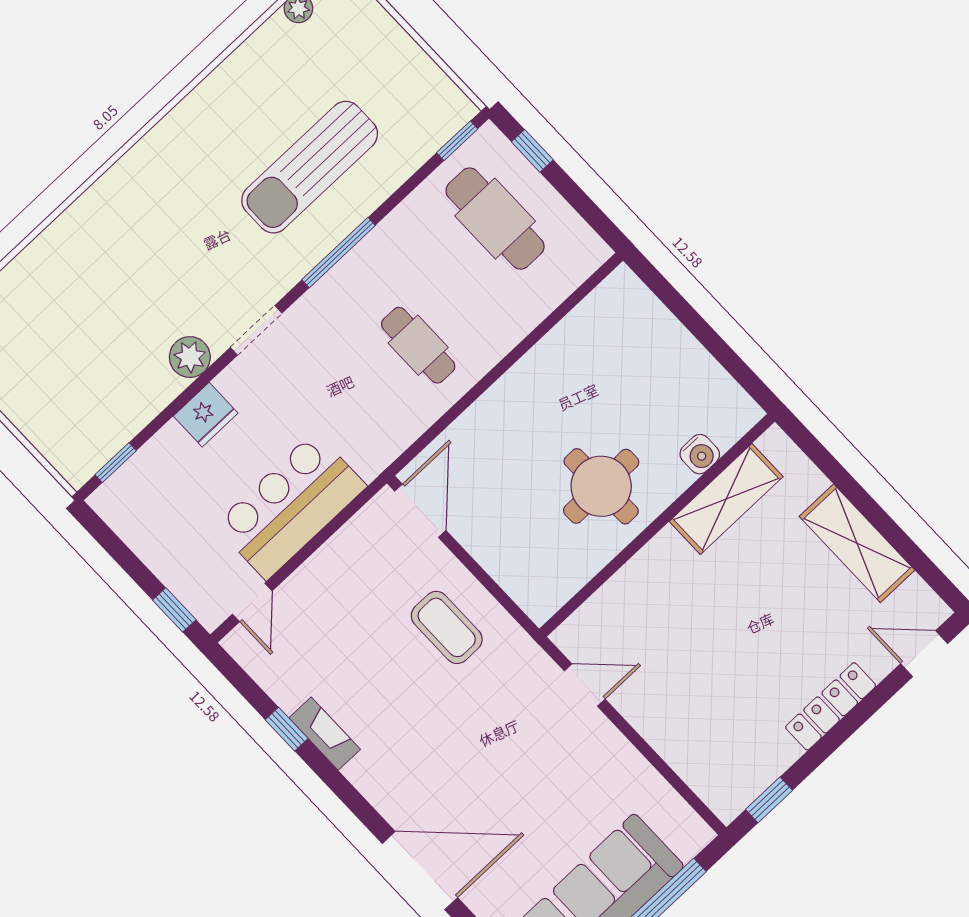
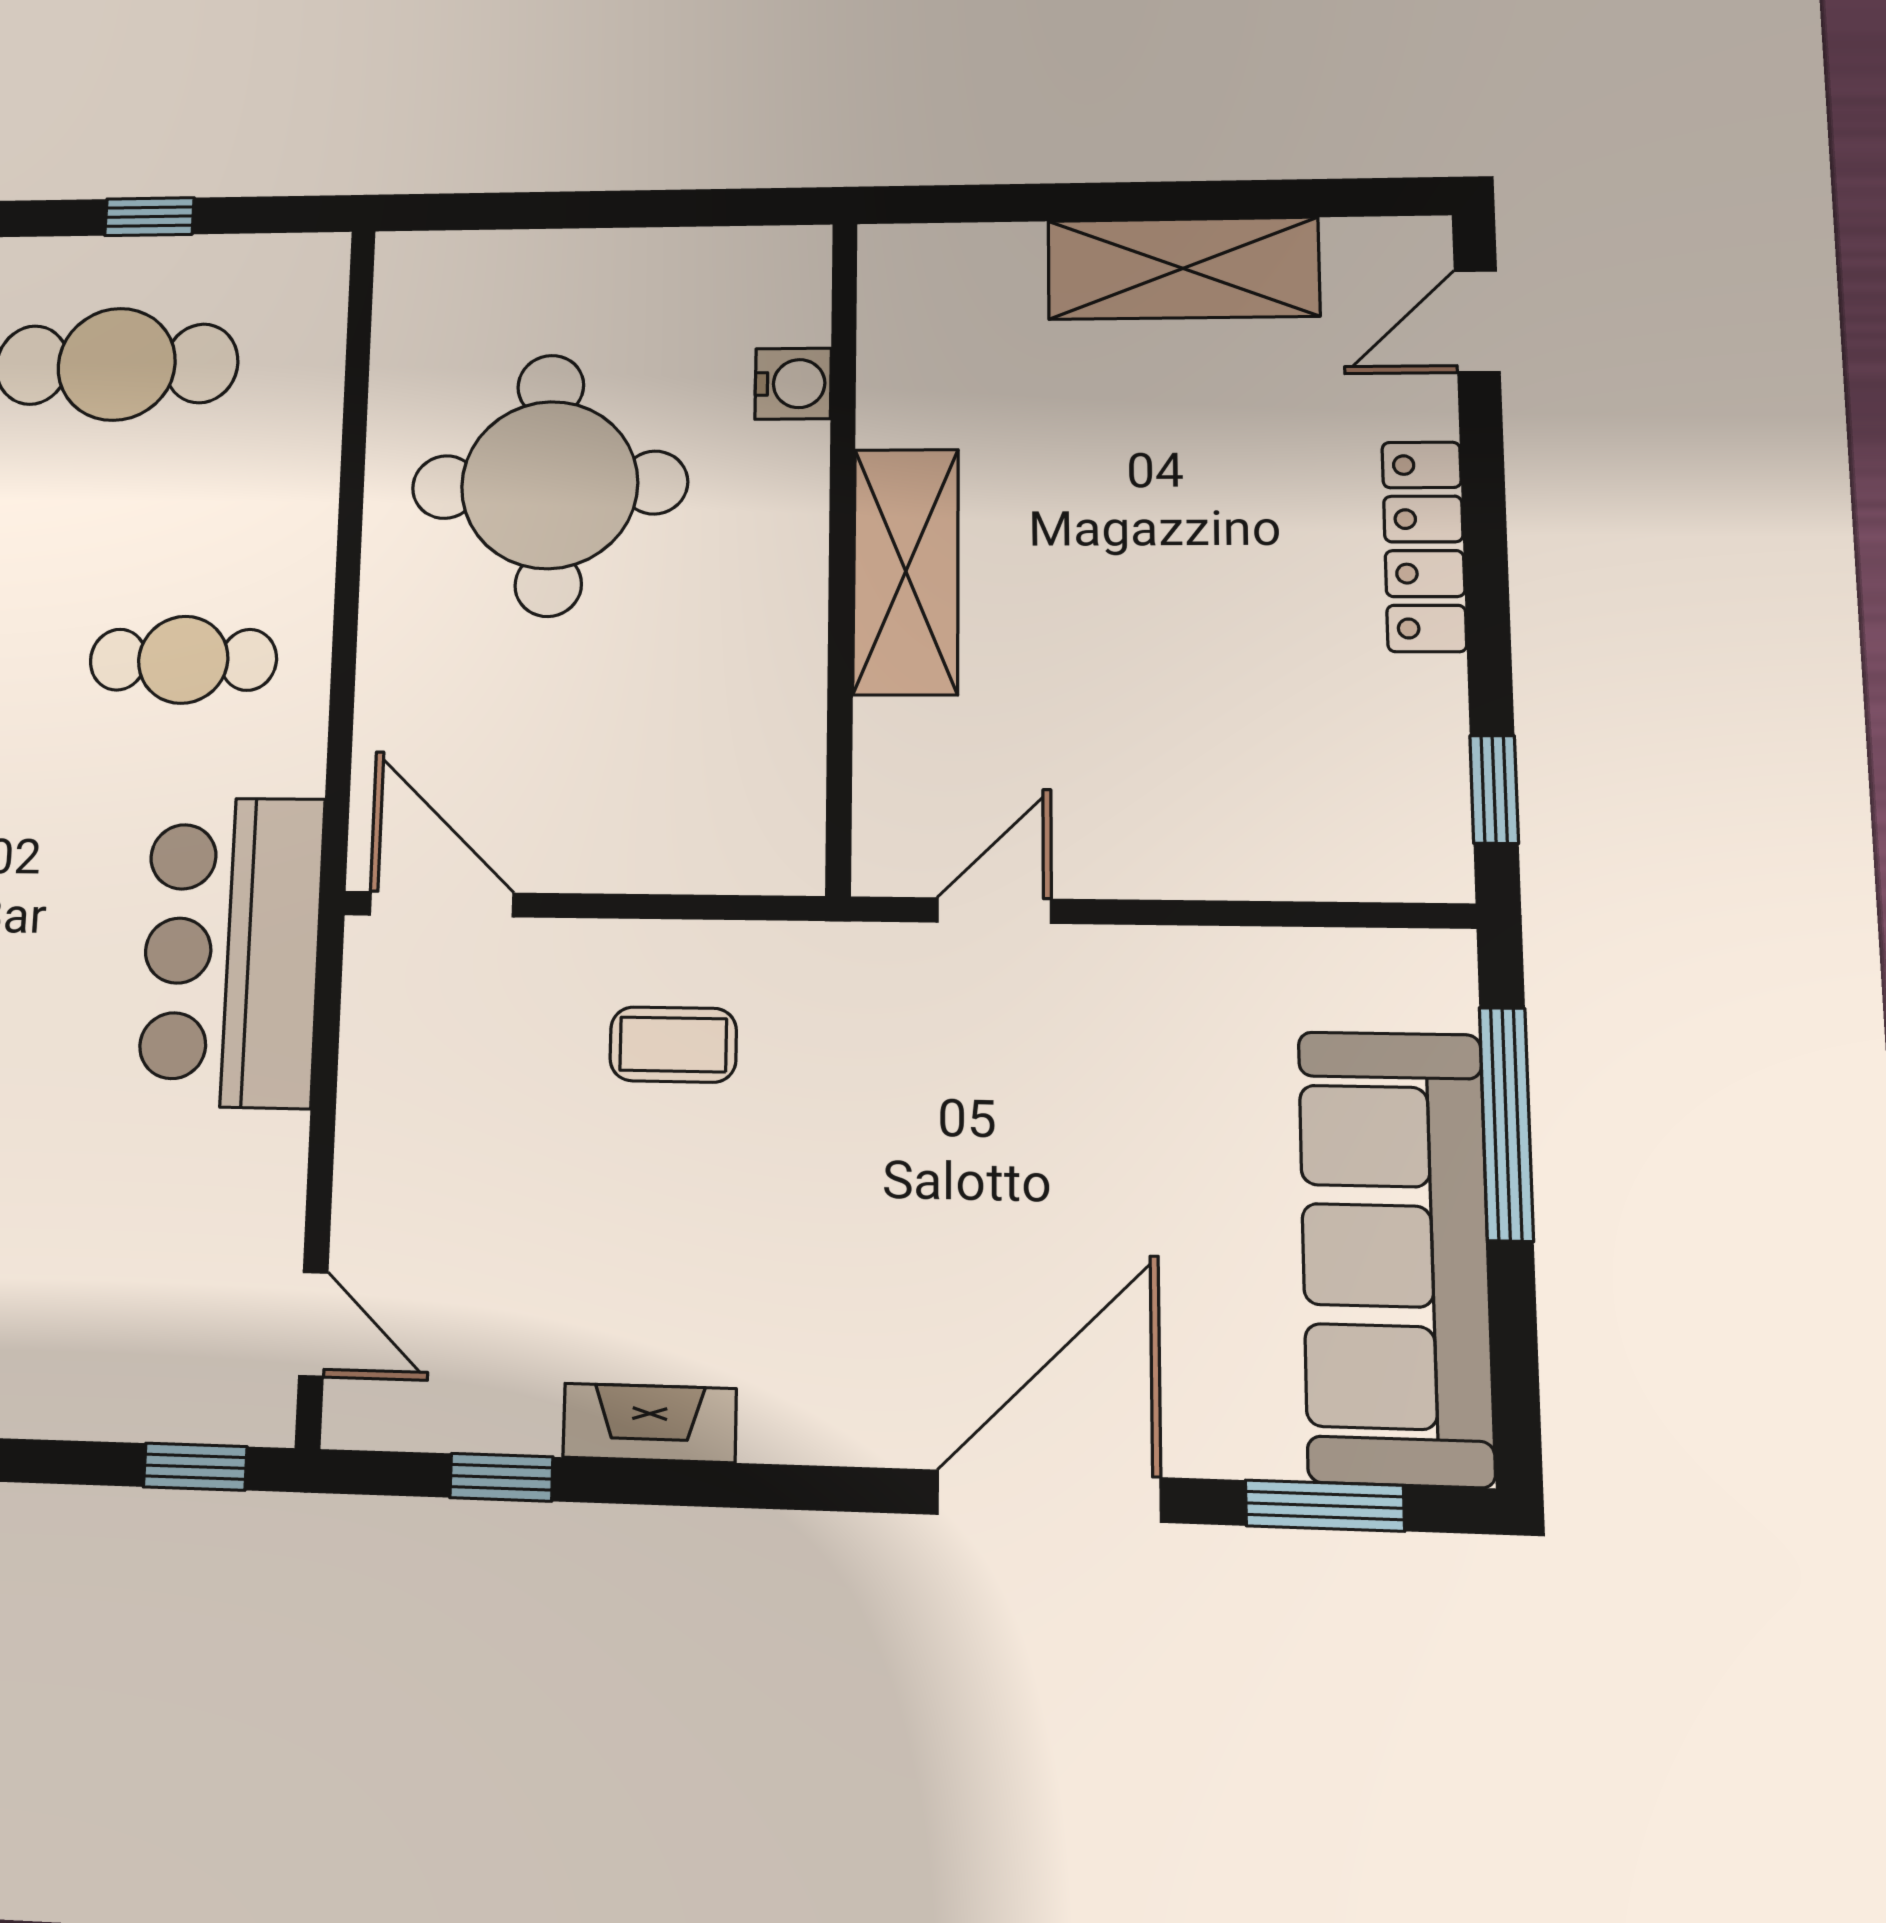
window: (532, 151) -> (149, 217), moved
round table: (601, 486) -> (550, 485), moved, width x1.36, depth x1.36
shelving: (726, 499) -> (906, 571), moved
bar counter: (291, 506) -> (231, 951), moved
coffee table: (447, 627) -> (673, 1045), width x0.73, depth x0.77
window: (287, 729) -> (501, 1477), moved

